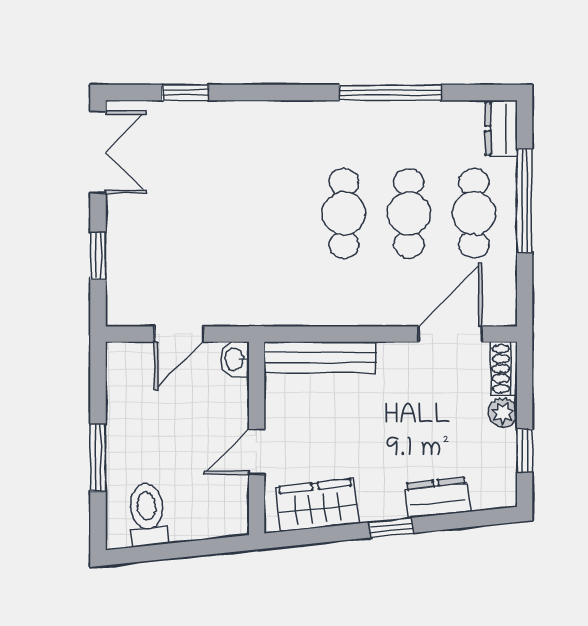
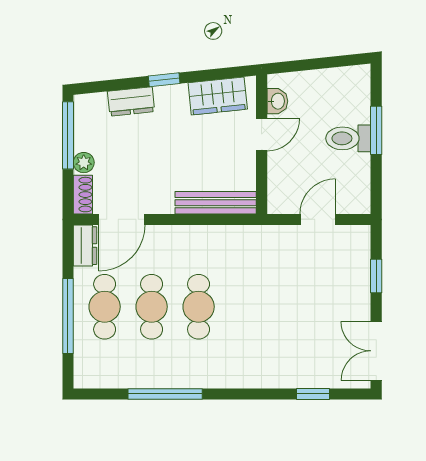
dresser: (501, 129) -> (85, 246), moved
washbasin: (235, 359) -> (277, 101), moved
window: (525, 451) -> (68, 135), width x2.17
toilet: (147, 515) -> (348, 138), moved, turned 96

